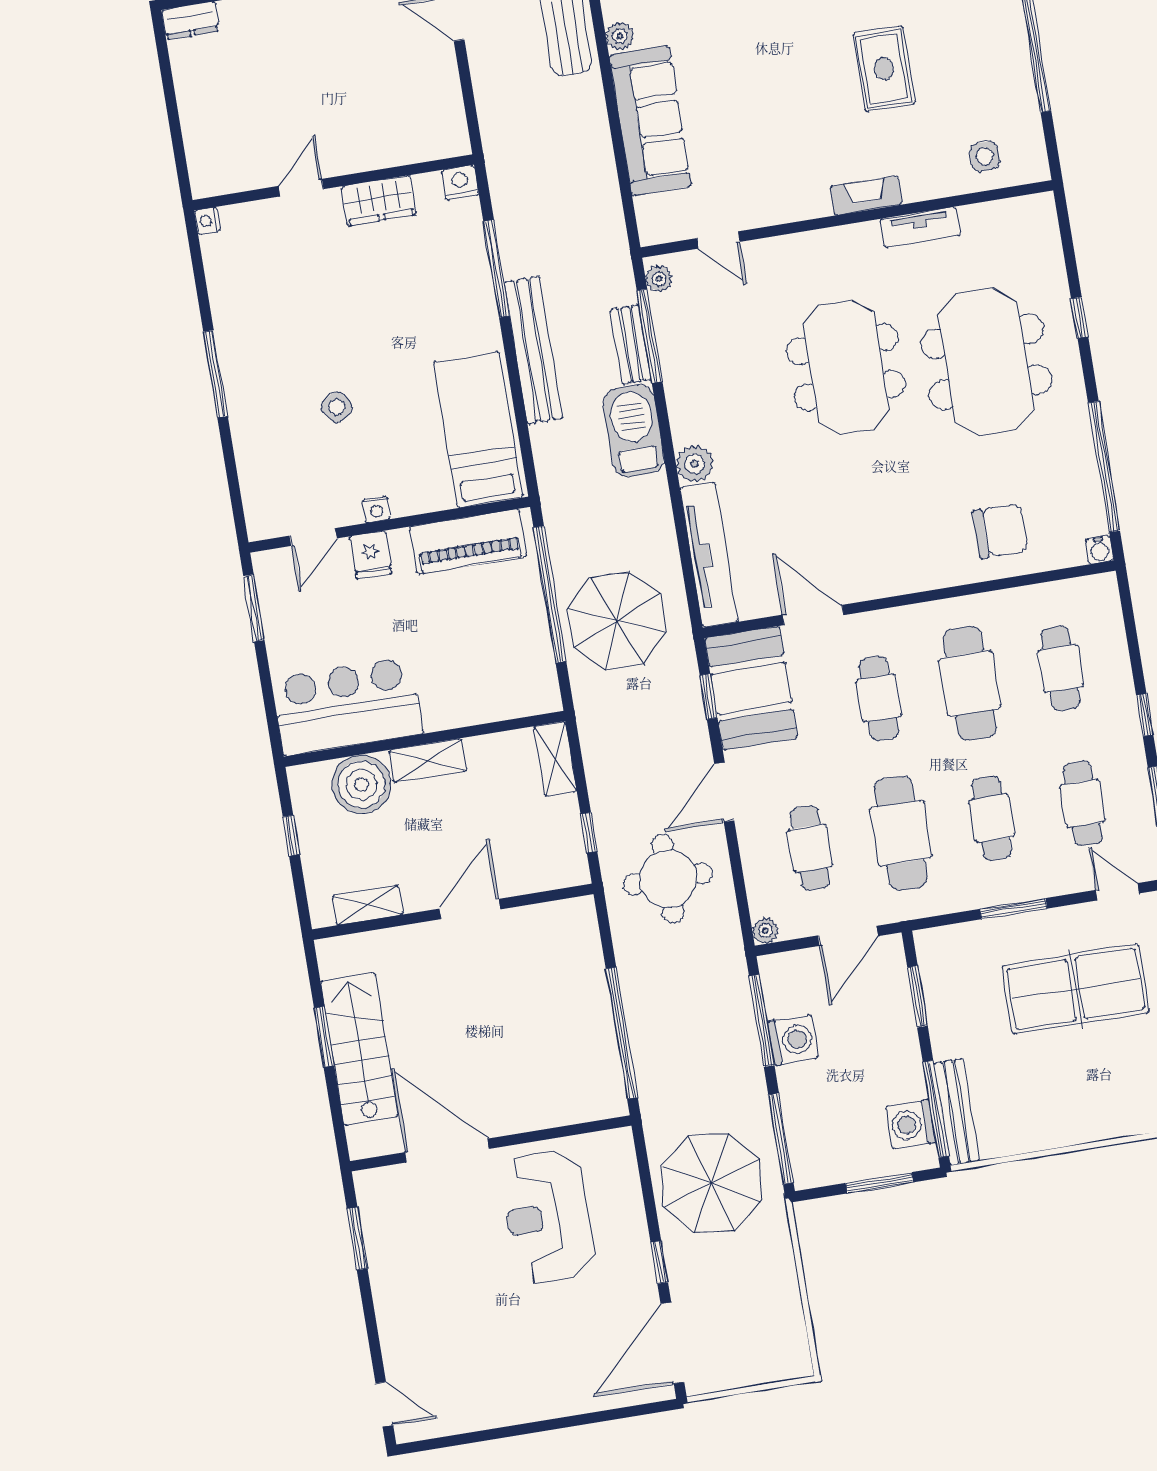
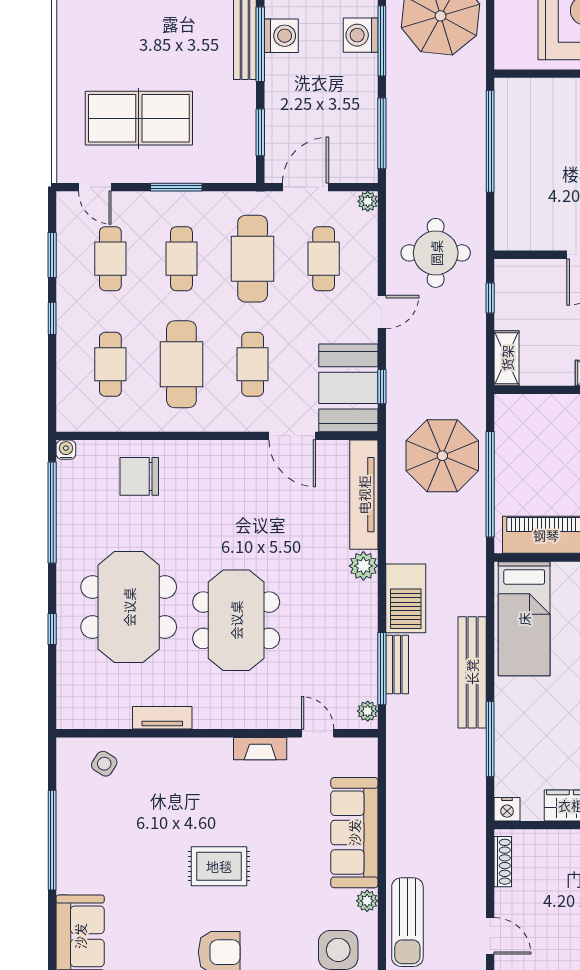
rug: (884, 69) -> (219, 866), moved, turned 90
shoe rack: (455, 114) -> (503, 862), added
side table: (985, 156) -> (104, 764), turned 32
fireplace: (866, 196) -> (260, 749), moved
door: (724, 792) -> (382, 312), width x0.73
washing machine: (793, 1040) -> (361, 35), moved

